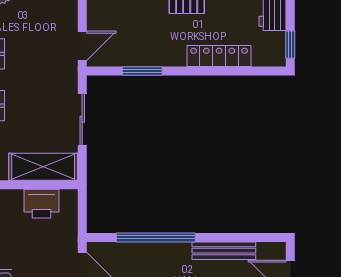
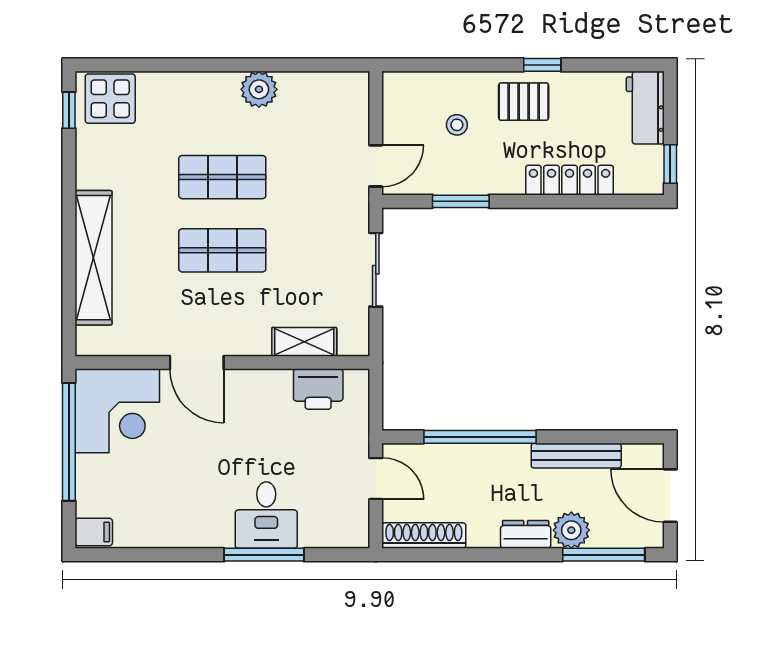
stool: (140, 17) -> (457, 125), added
shelving: (43, 167) -> (304, 342), width x0.67, depth x0.75

